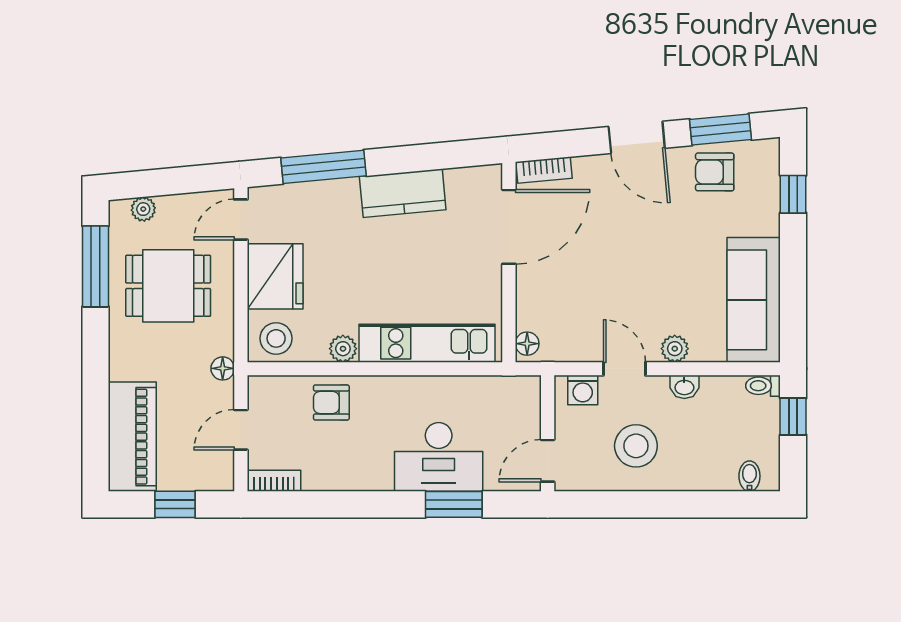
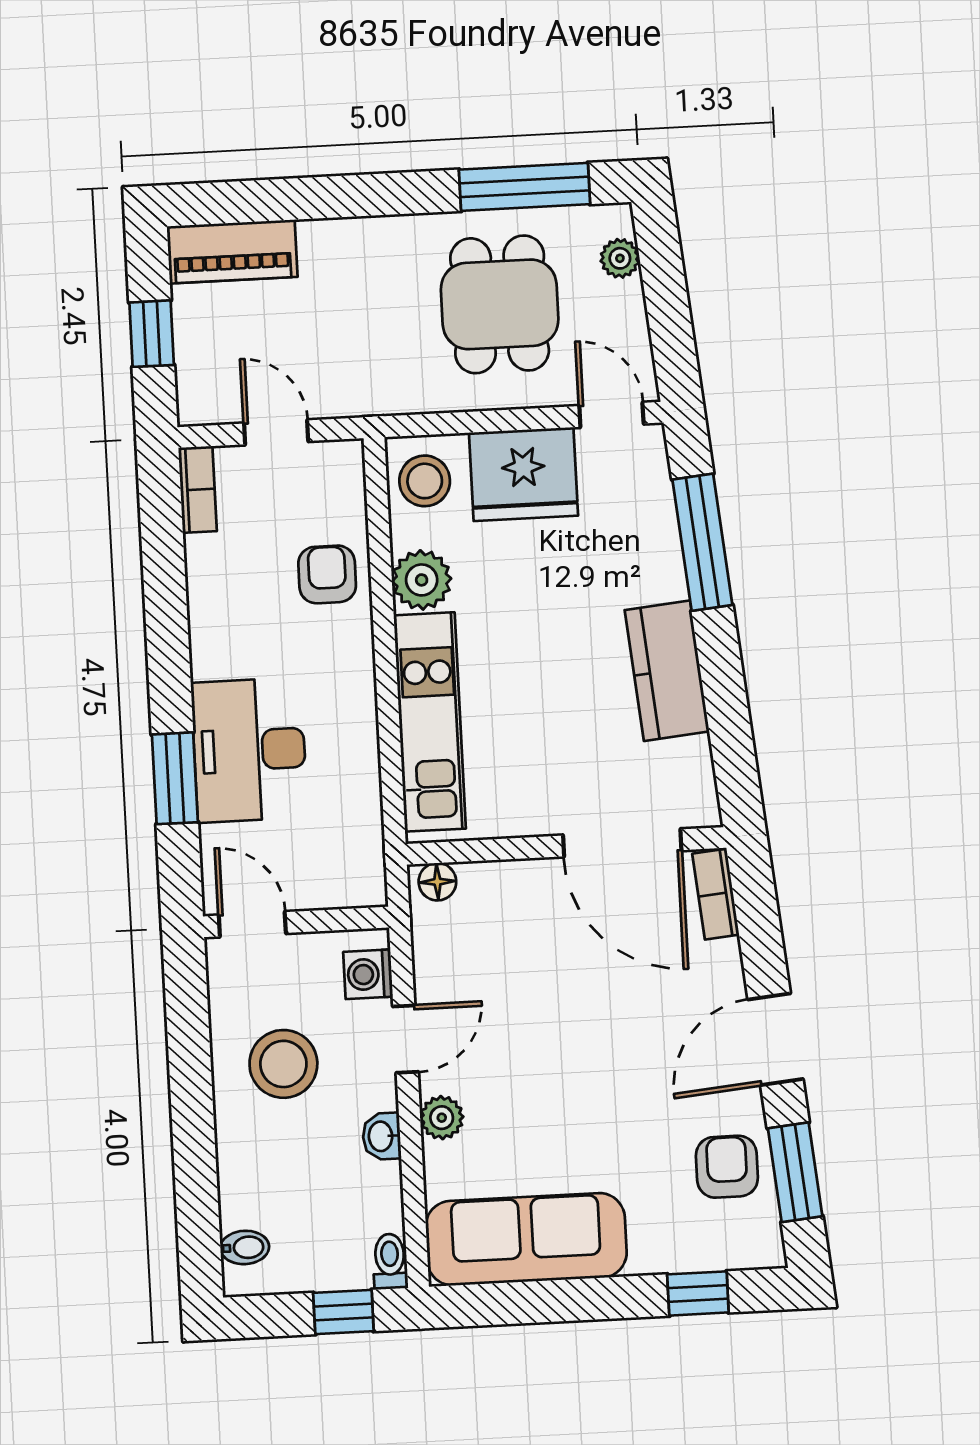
plant: (343, 349) -> (422, 580), width x1.38, depth x1.38
floor lamp: (223, 368) -> (372, 398), removed
piano: (132, 437) -> (232, 252), width x0.73, depth x0.75

